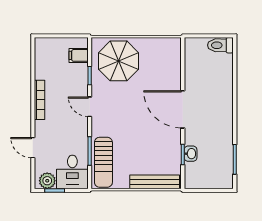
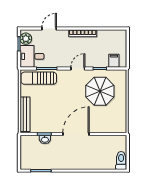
parasol: (119, 61) -> (100, 91), moved

